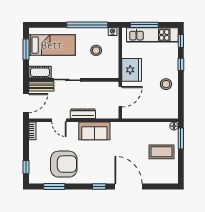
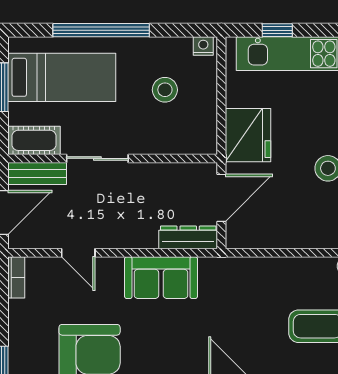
window: (87, 25) -> (101, 30), moved
window: (144, 25) -> (277, 30), width x0.46
dresser: (83, 114) -> (188, 237), moved

